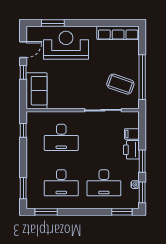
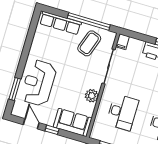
row of seats: (118, 33) -> (60, 23), moved, turned 90
plant: (69, 102) -> (92, 96), added
filing cabinet: (132, 134) -> (122, 42), moved

